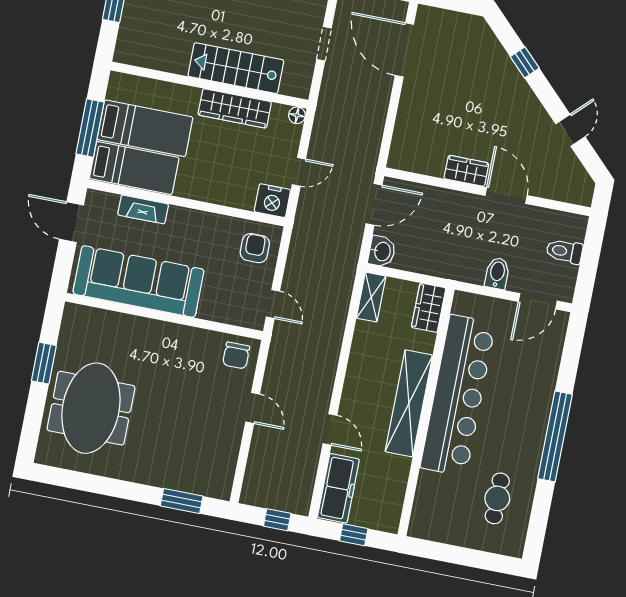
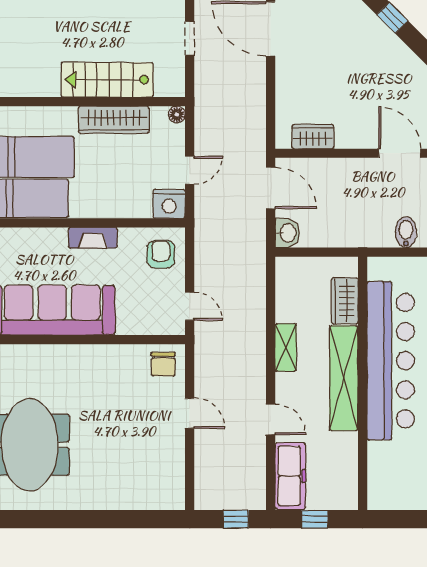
wardrobe: (466, 171) -> (313, 137), moved
door: (374, 204) -> (271, 188), hinge flipped
fireplace: (143, 209) -> (93, 238), moved
shelving: (371, 297) -> (286, 347), moved
wardrobe: (429, 308) -> (345, 301), moved
window: (182, 501) -> (137, 519), removed

